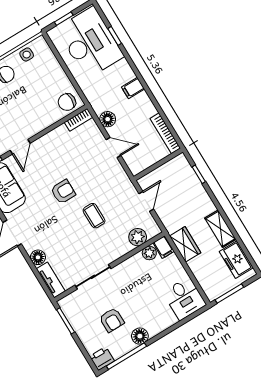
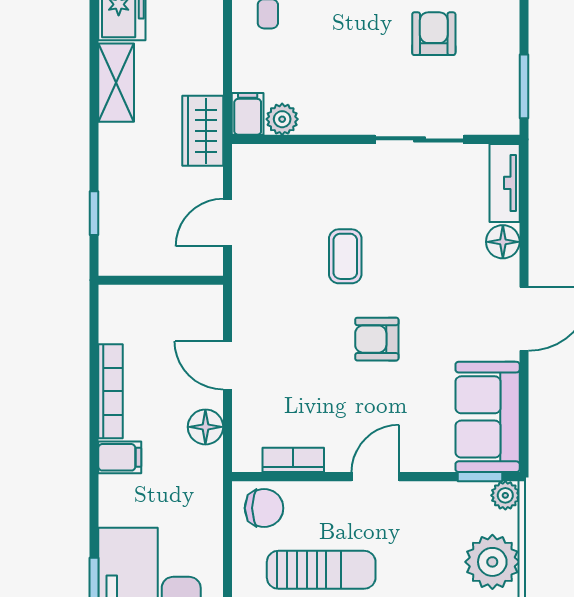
sun lounger: (31, 92) -> (321, 570), added
bookcase: (79, 120) -> (293, 460), moved
bookcase: (165, 133) -> (111, 391), moved
door: (20, 147) -> (375, 477), moved
plant: (138, 237) -> (286, 164), removed
wardrobe: (185, 244) -> (203, 131), moved

